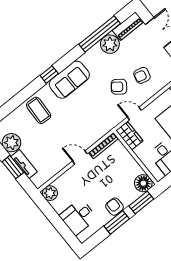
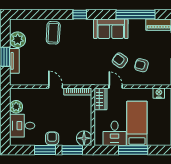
plant: (110, 44) -> (137, 27), removed
sofa: (69, 80) -> (111, 29), moved
plant: (50, 193) -> (16, 107), moved

